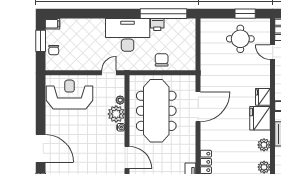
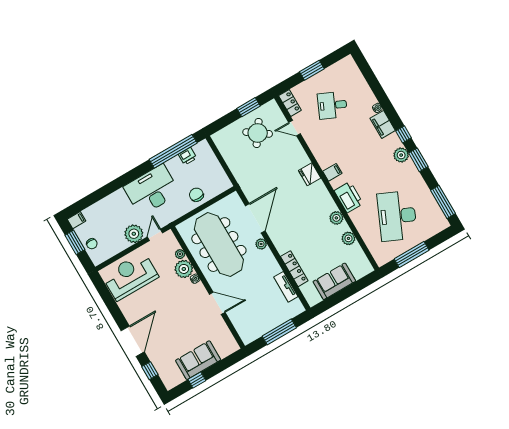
printer: (157, 24) -> (188, 156), moved
round table: (240, 39) -> (258, 133), turned 35
plant: (92, 62) -> (134, 234), added
fridge: (260, 118) -> (319, 195), removed
plant: (191, 130) -> (261, 244), added
door: (41, 148) -> (133, 341), hinge flipped

